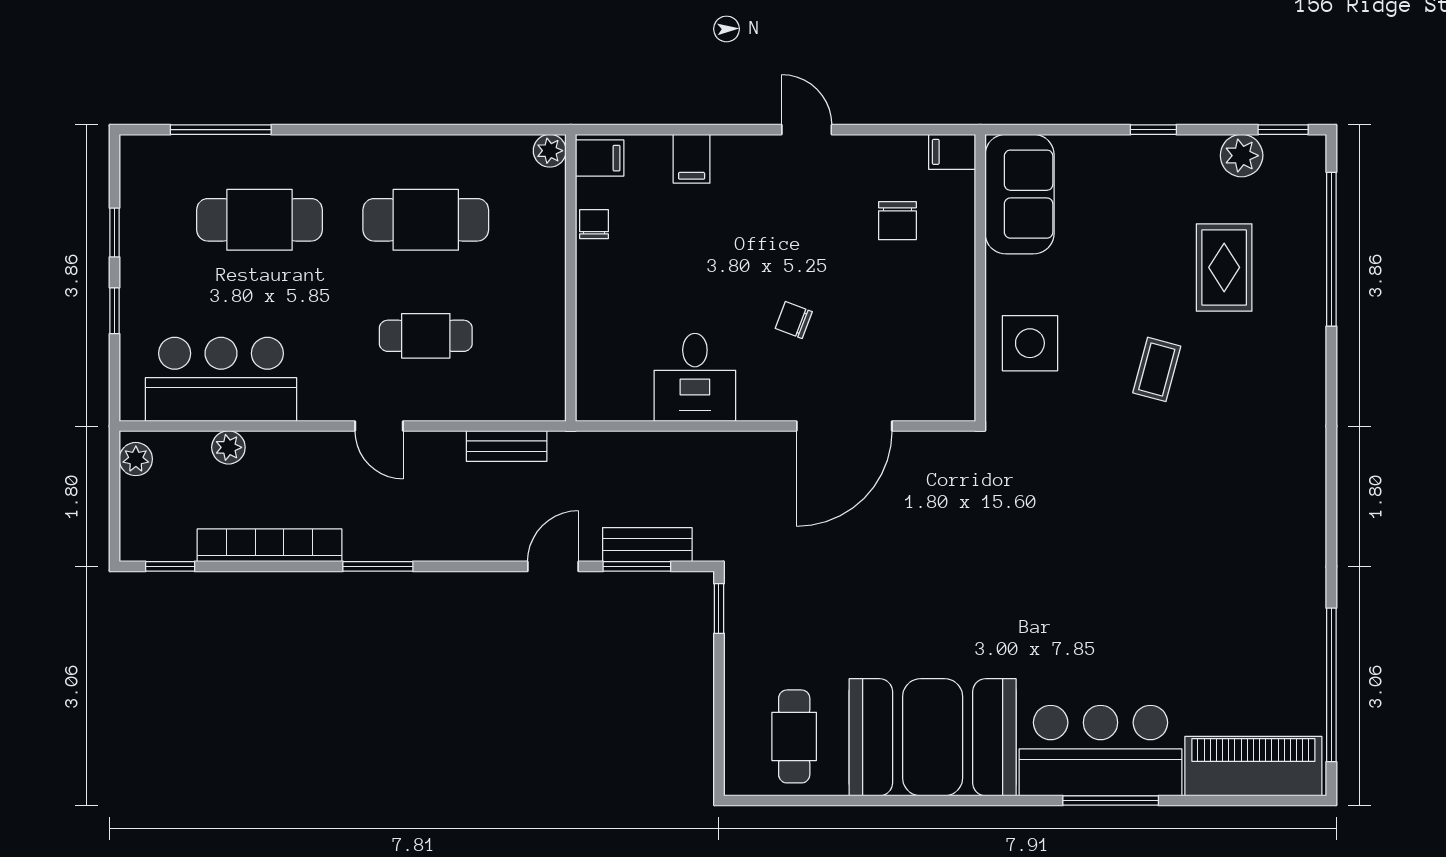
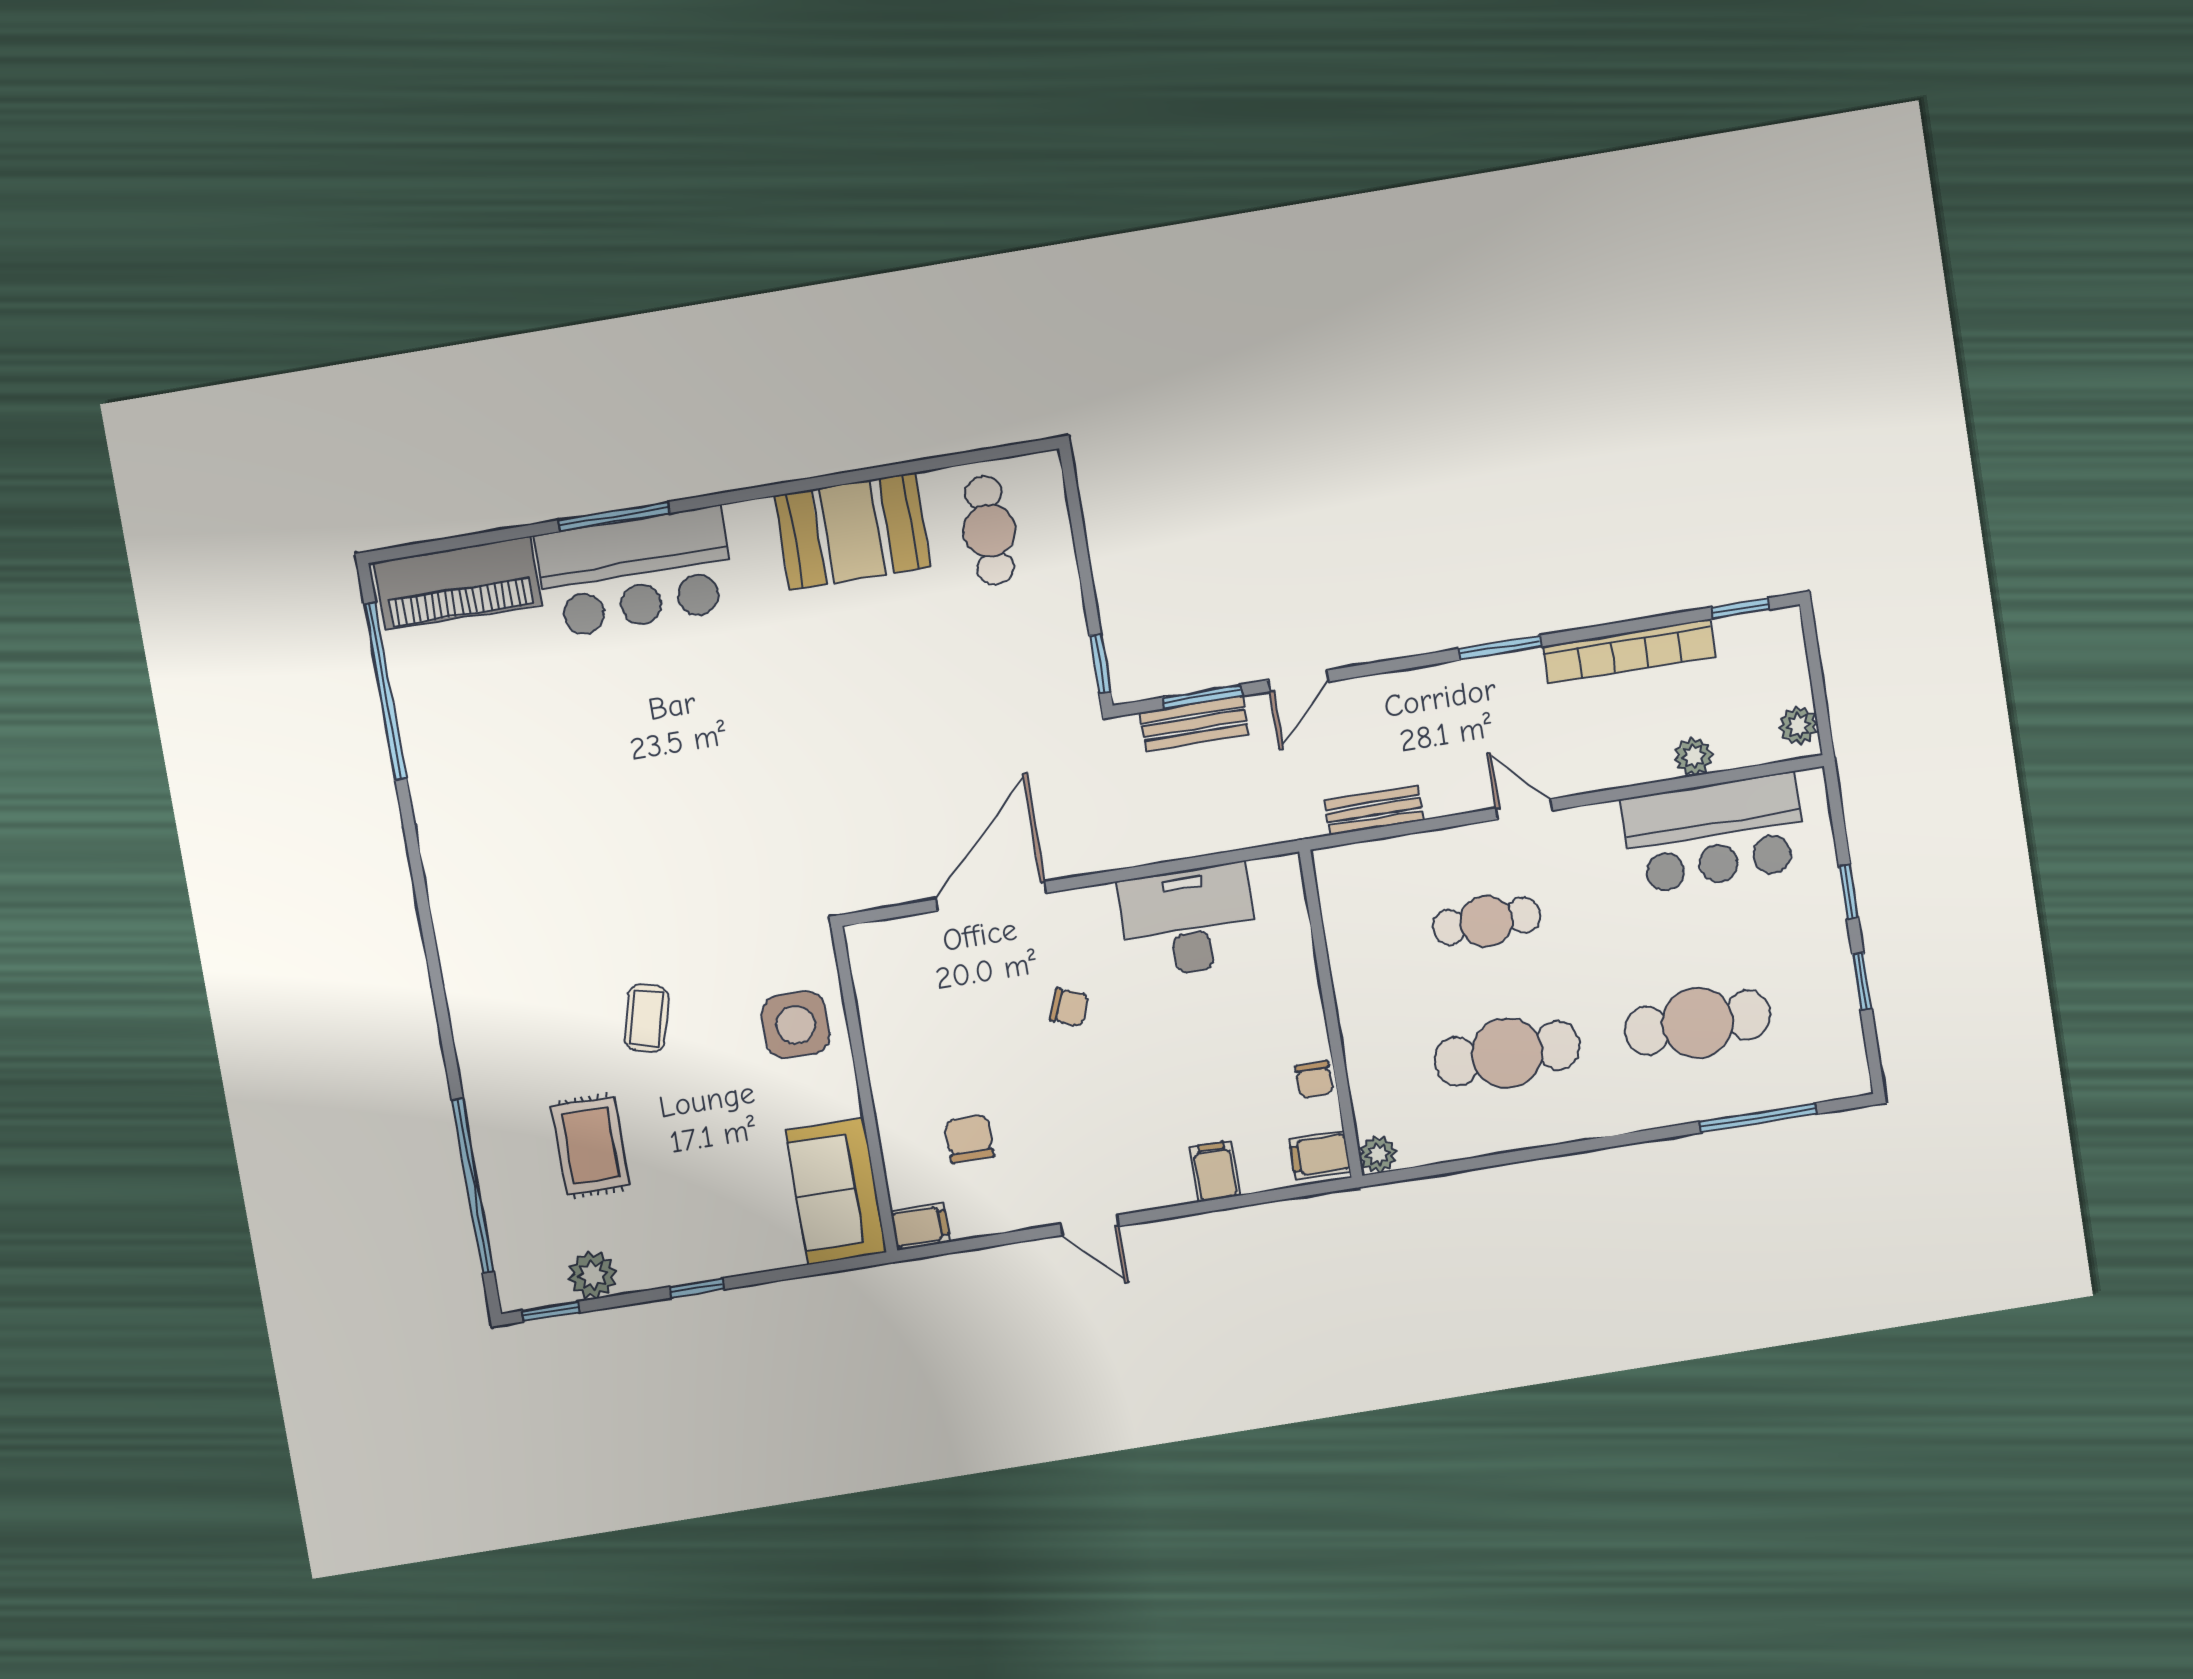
desk: (695, 377) -> (1188, 921), width x1.37
booth: (933, 737) -> (852, 531), width x0.73, depth x0.70

